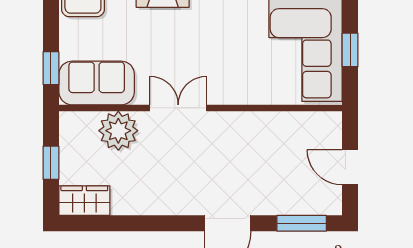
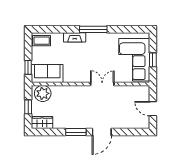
double door: (178, 108) -> (102, 84), moved
plant: (118, 131) -> (43, 93), moved
window: (302, 223) -> (76, 132), moved

